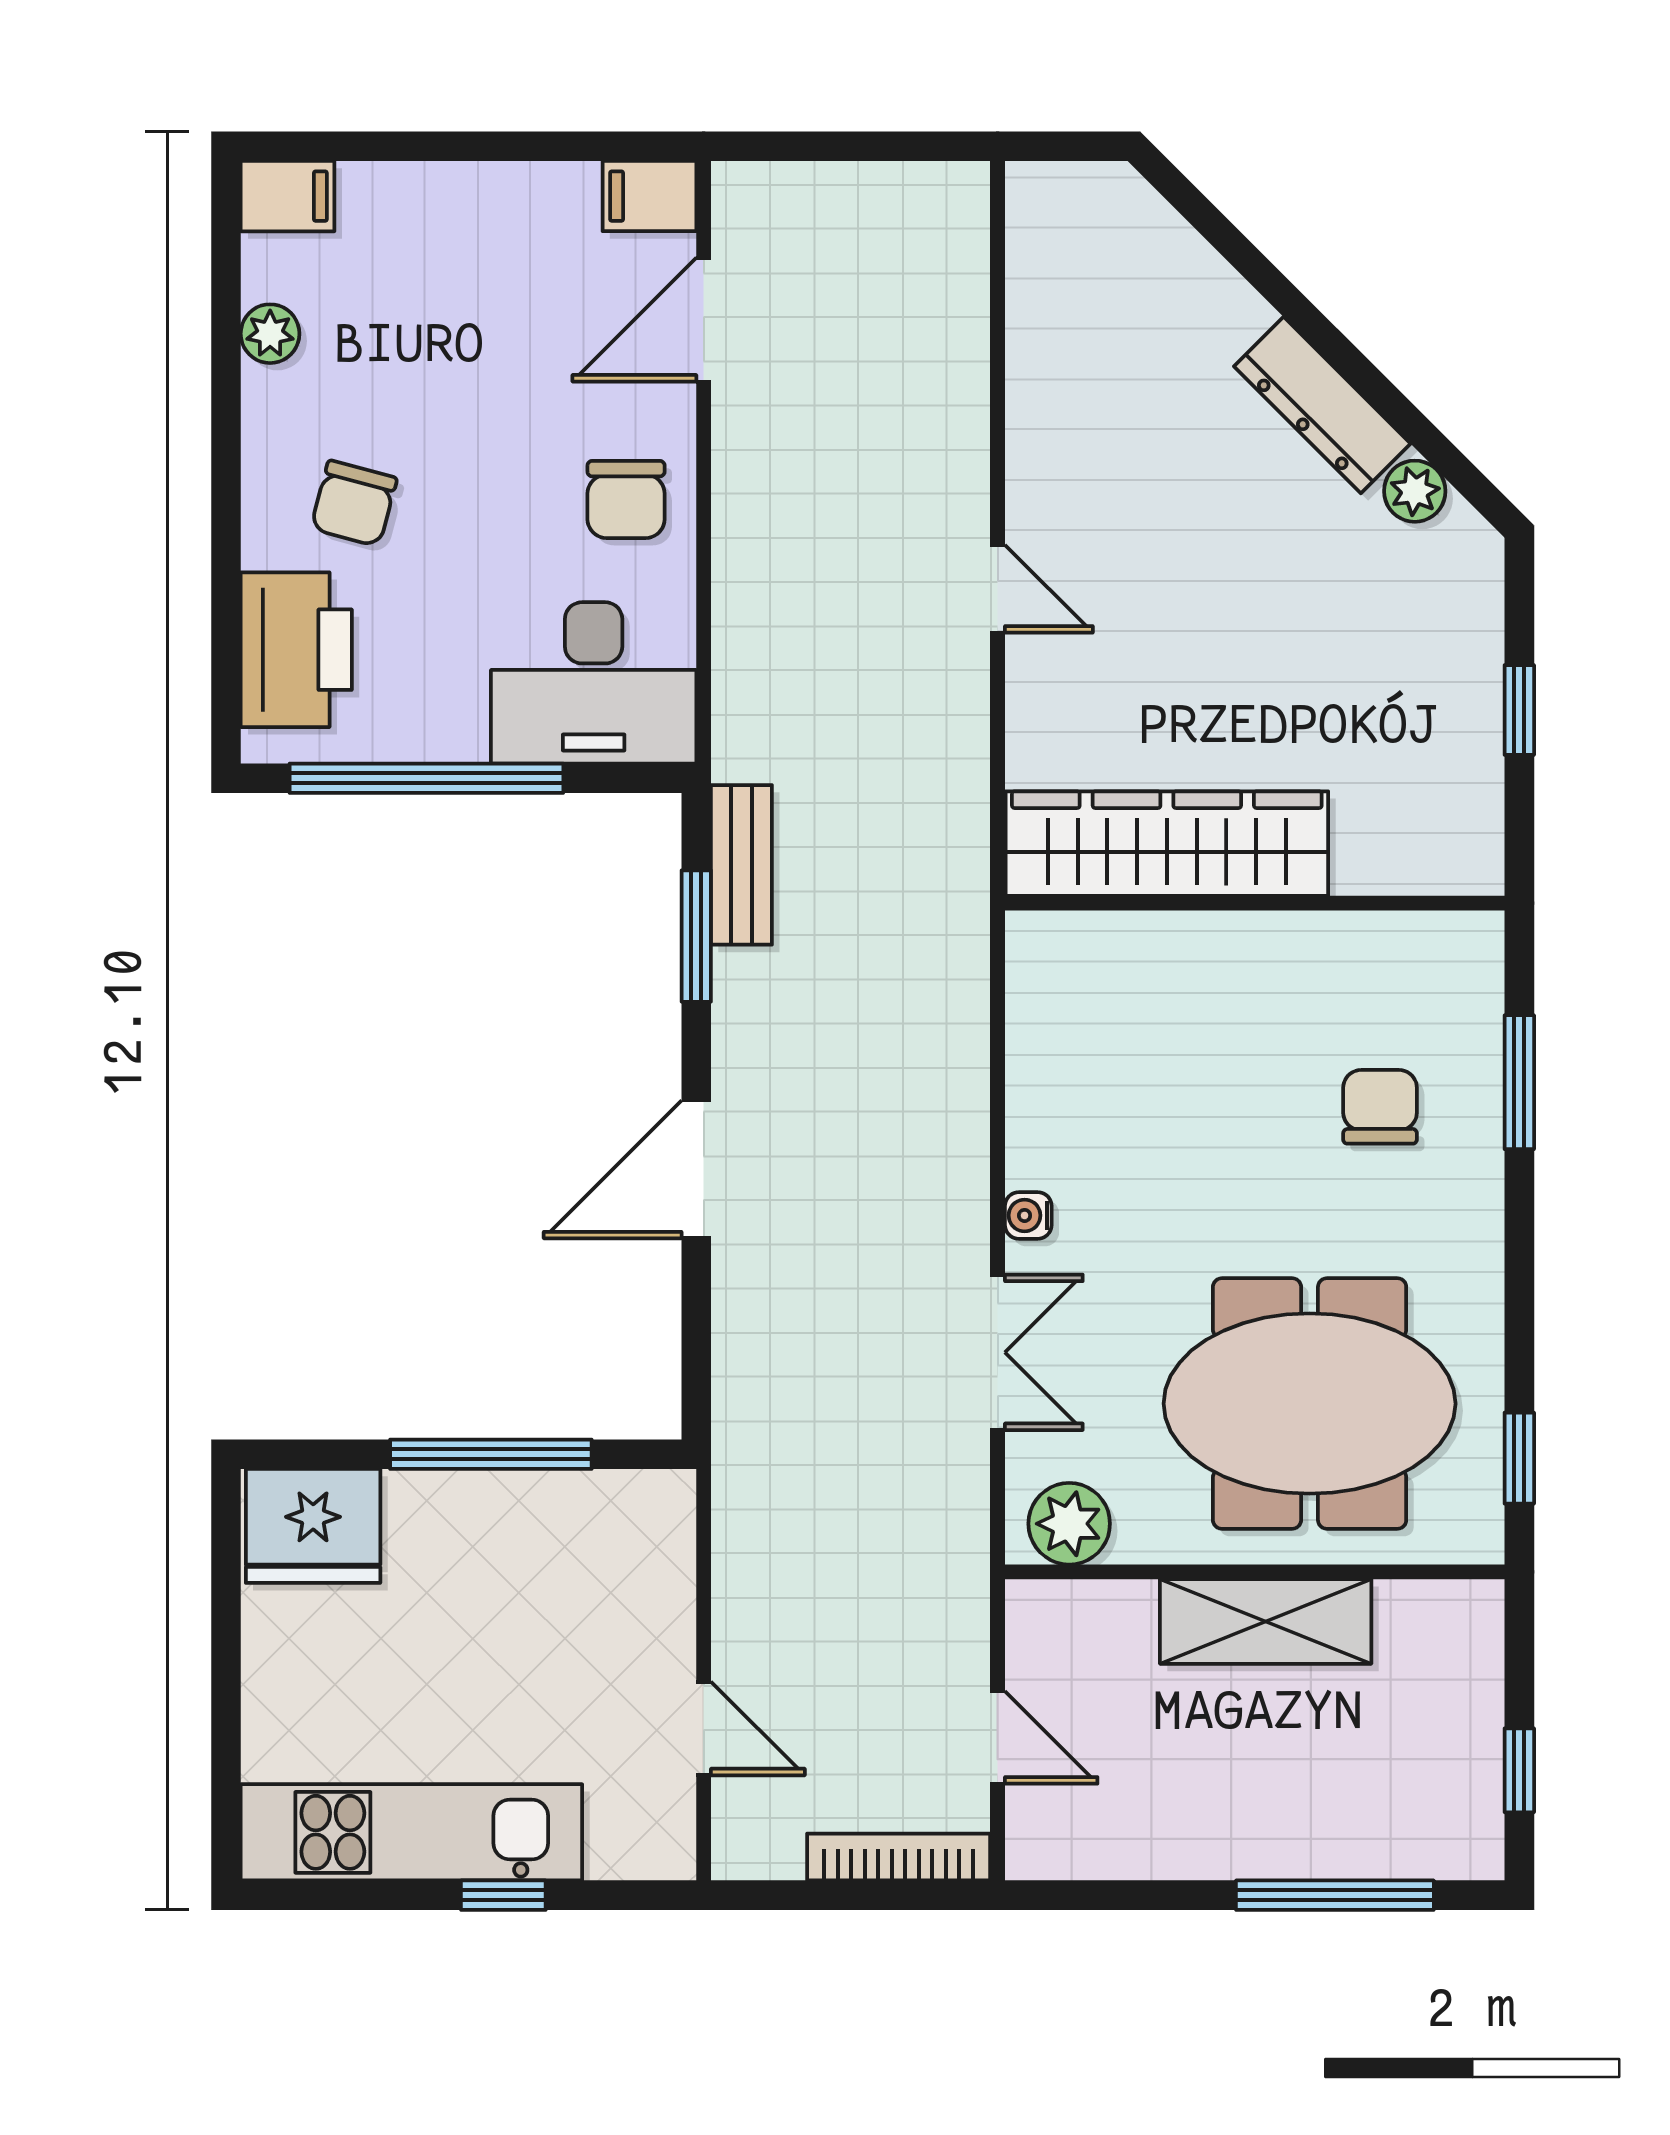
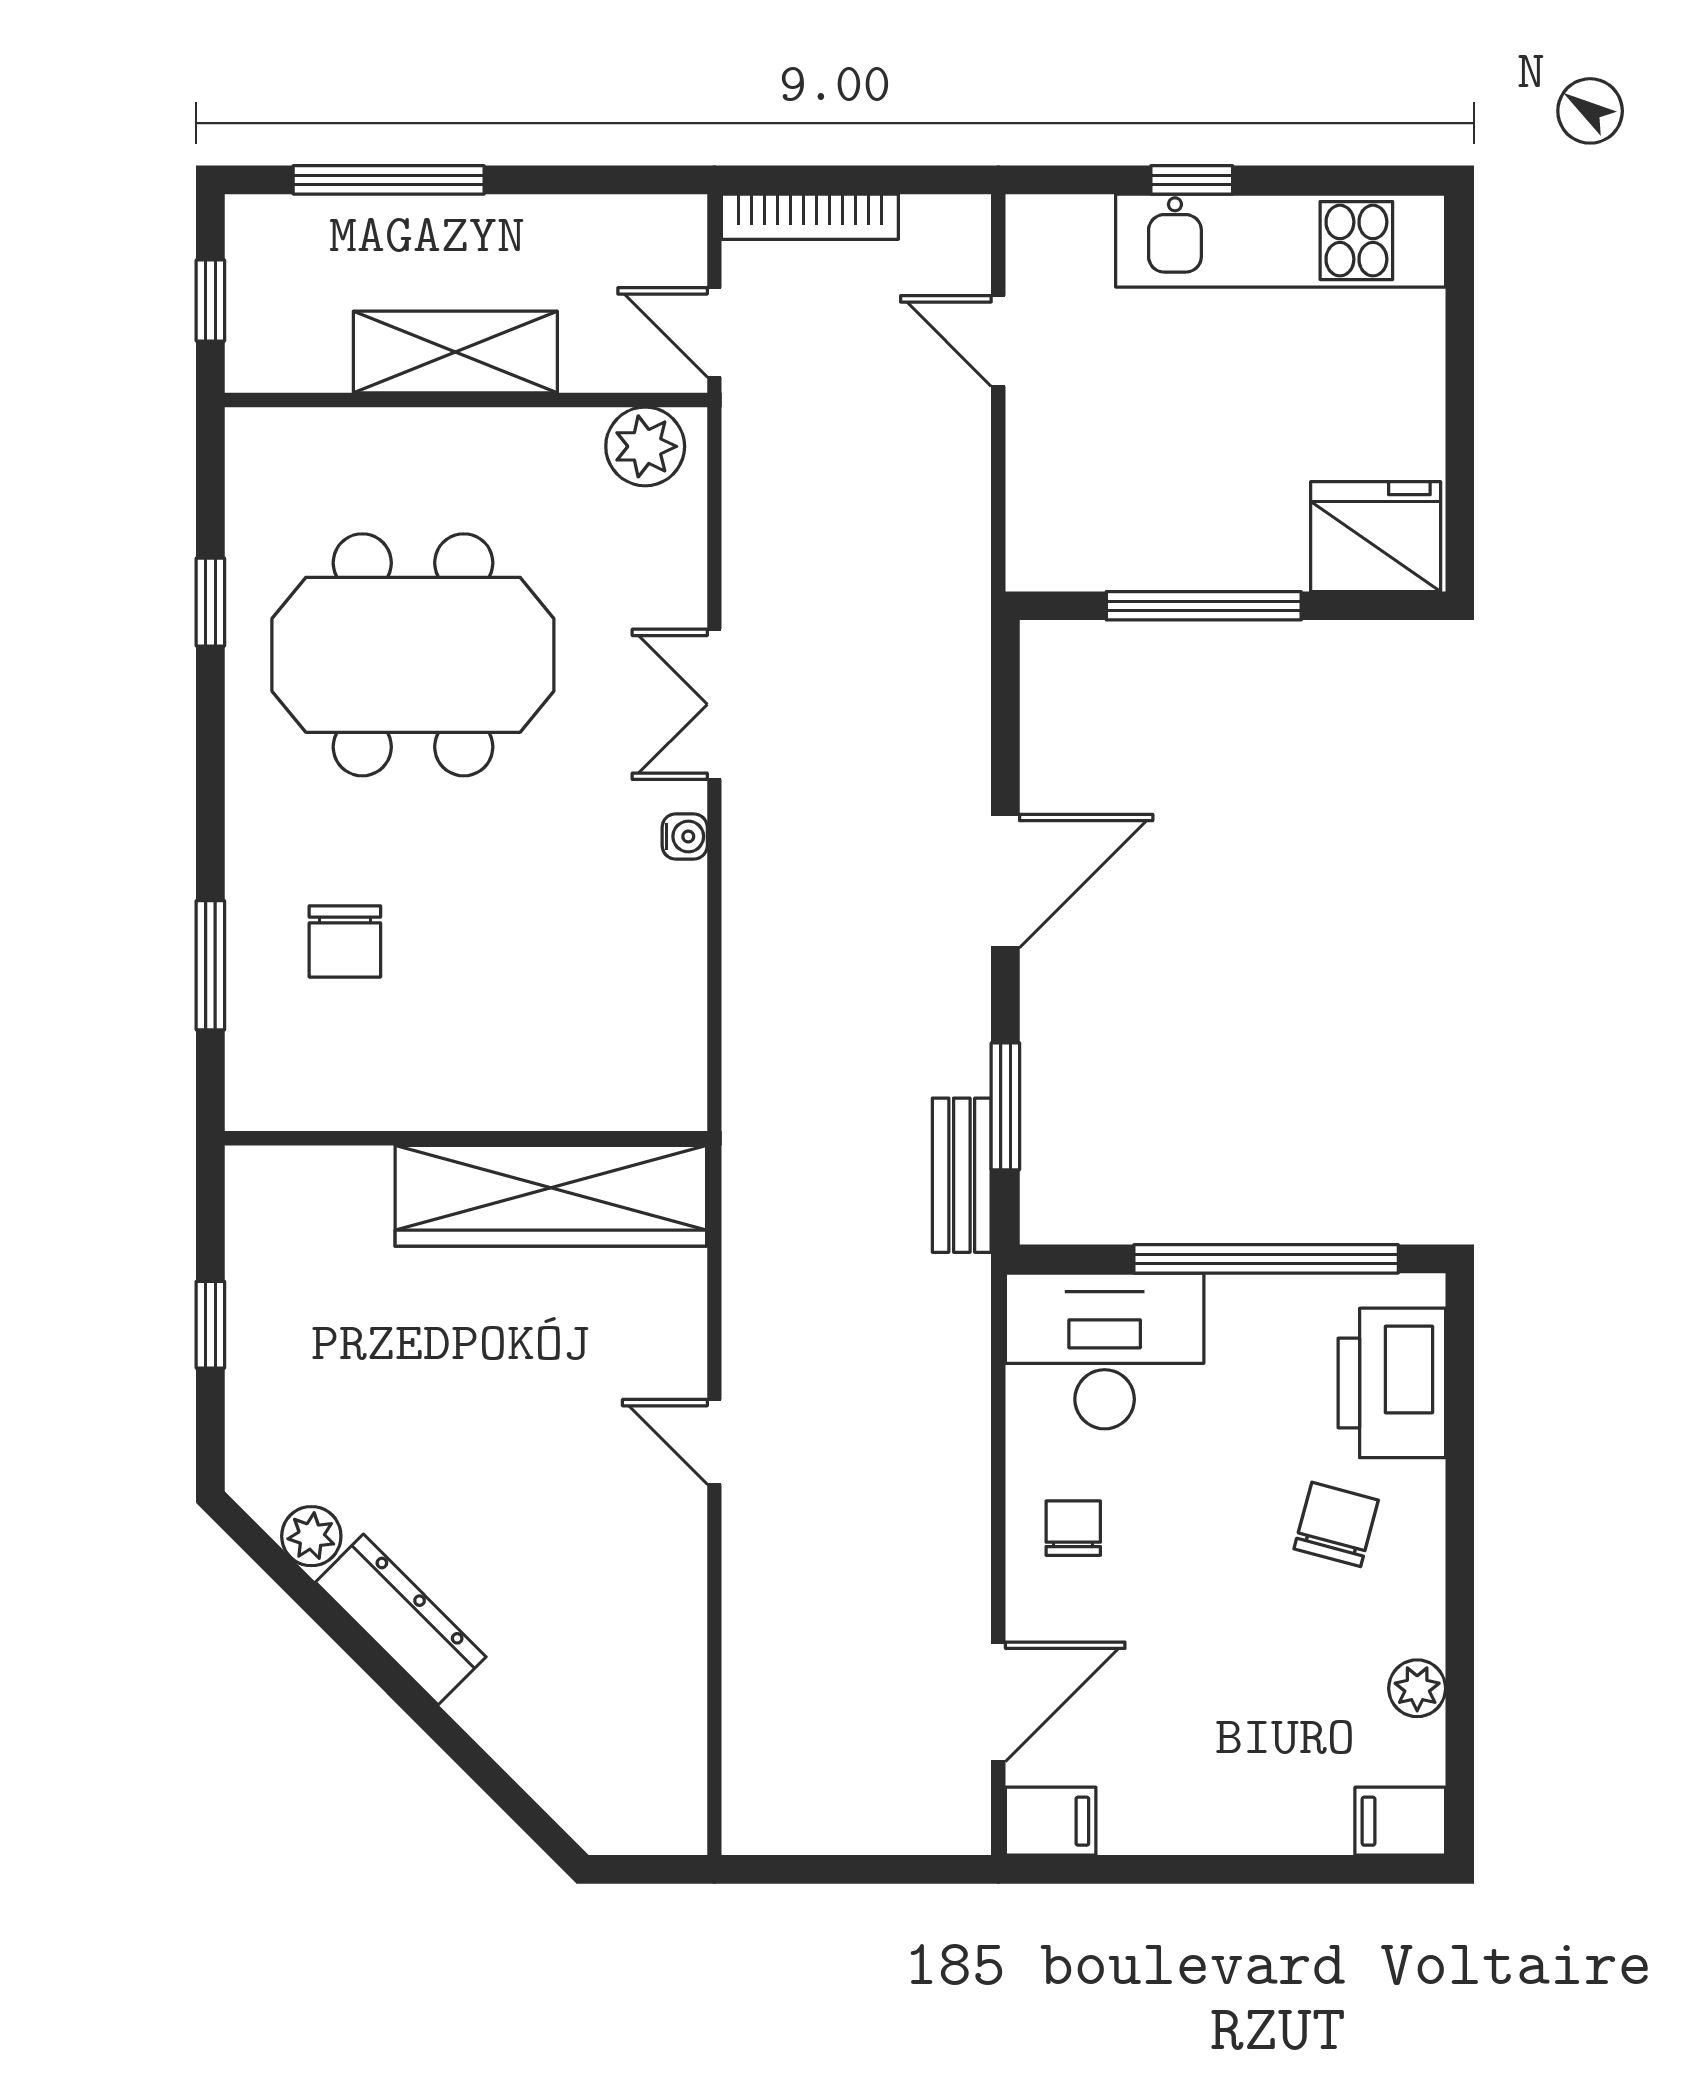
chair: (626, 499) -> (1073, 1528), width x0.73, depth x0.73
plant: (1069, 1524) -> (645, 446), moved
wall: (1255, 1572) -> (466, 400), moved
shelving: (1266, 1621) -> (455, 352), moved

